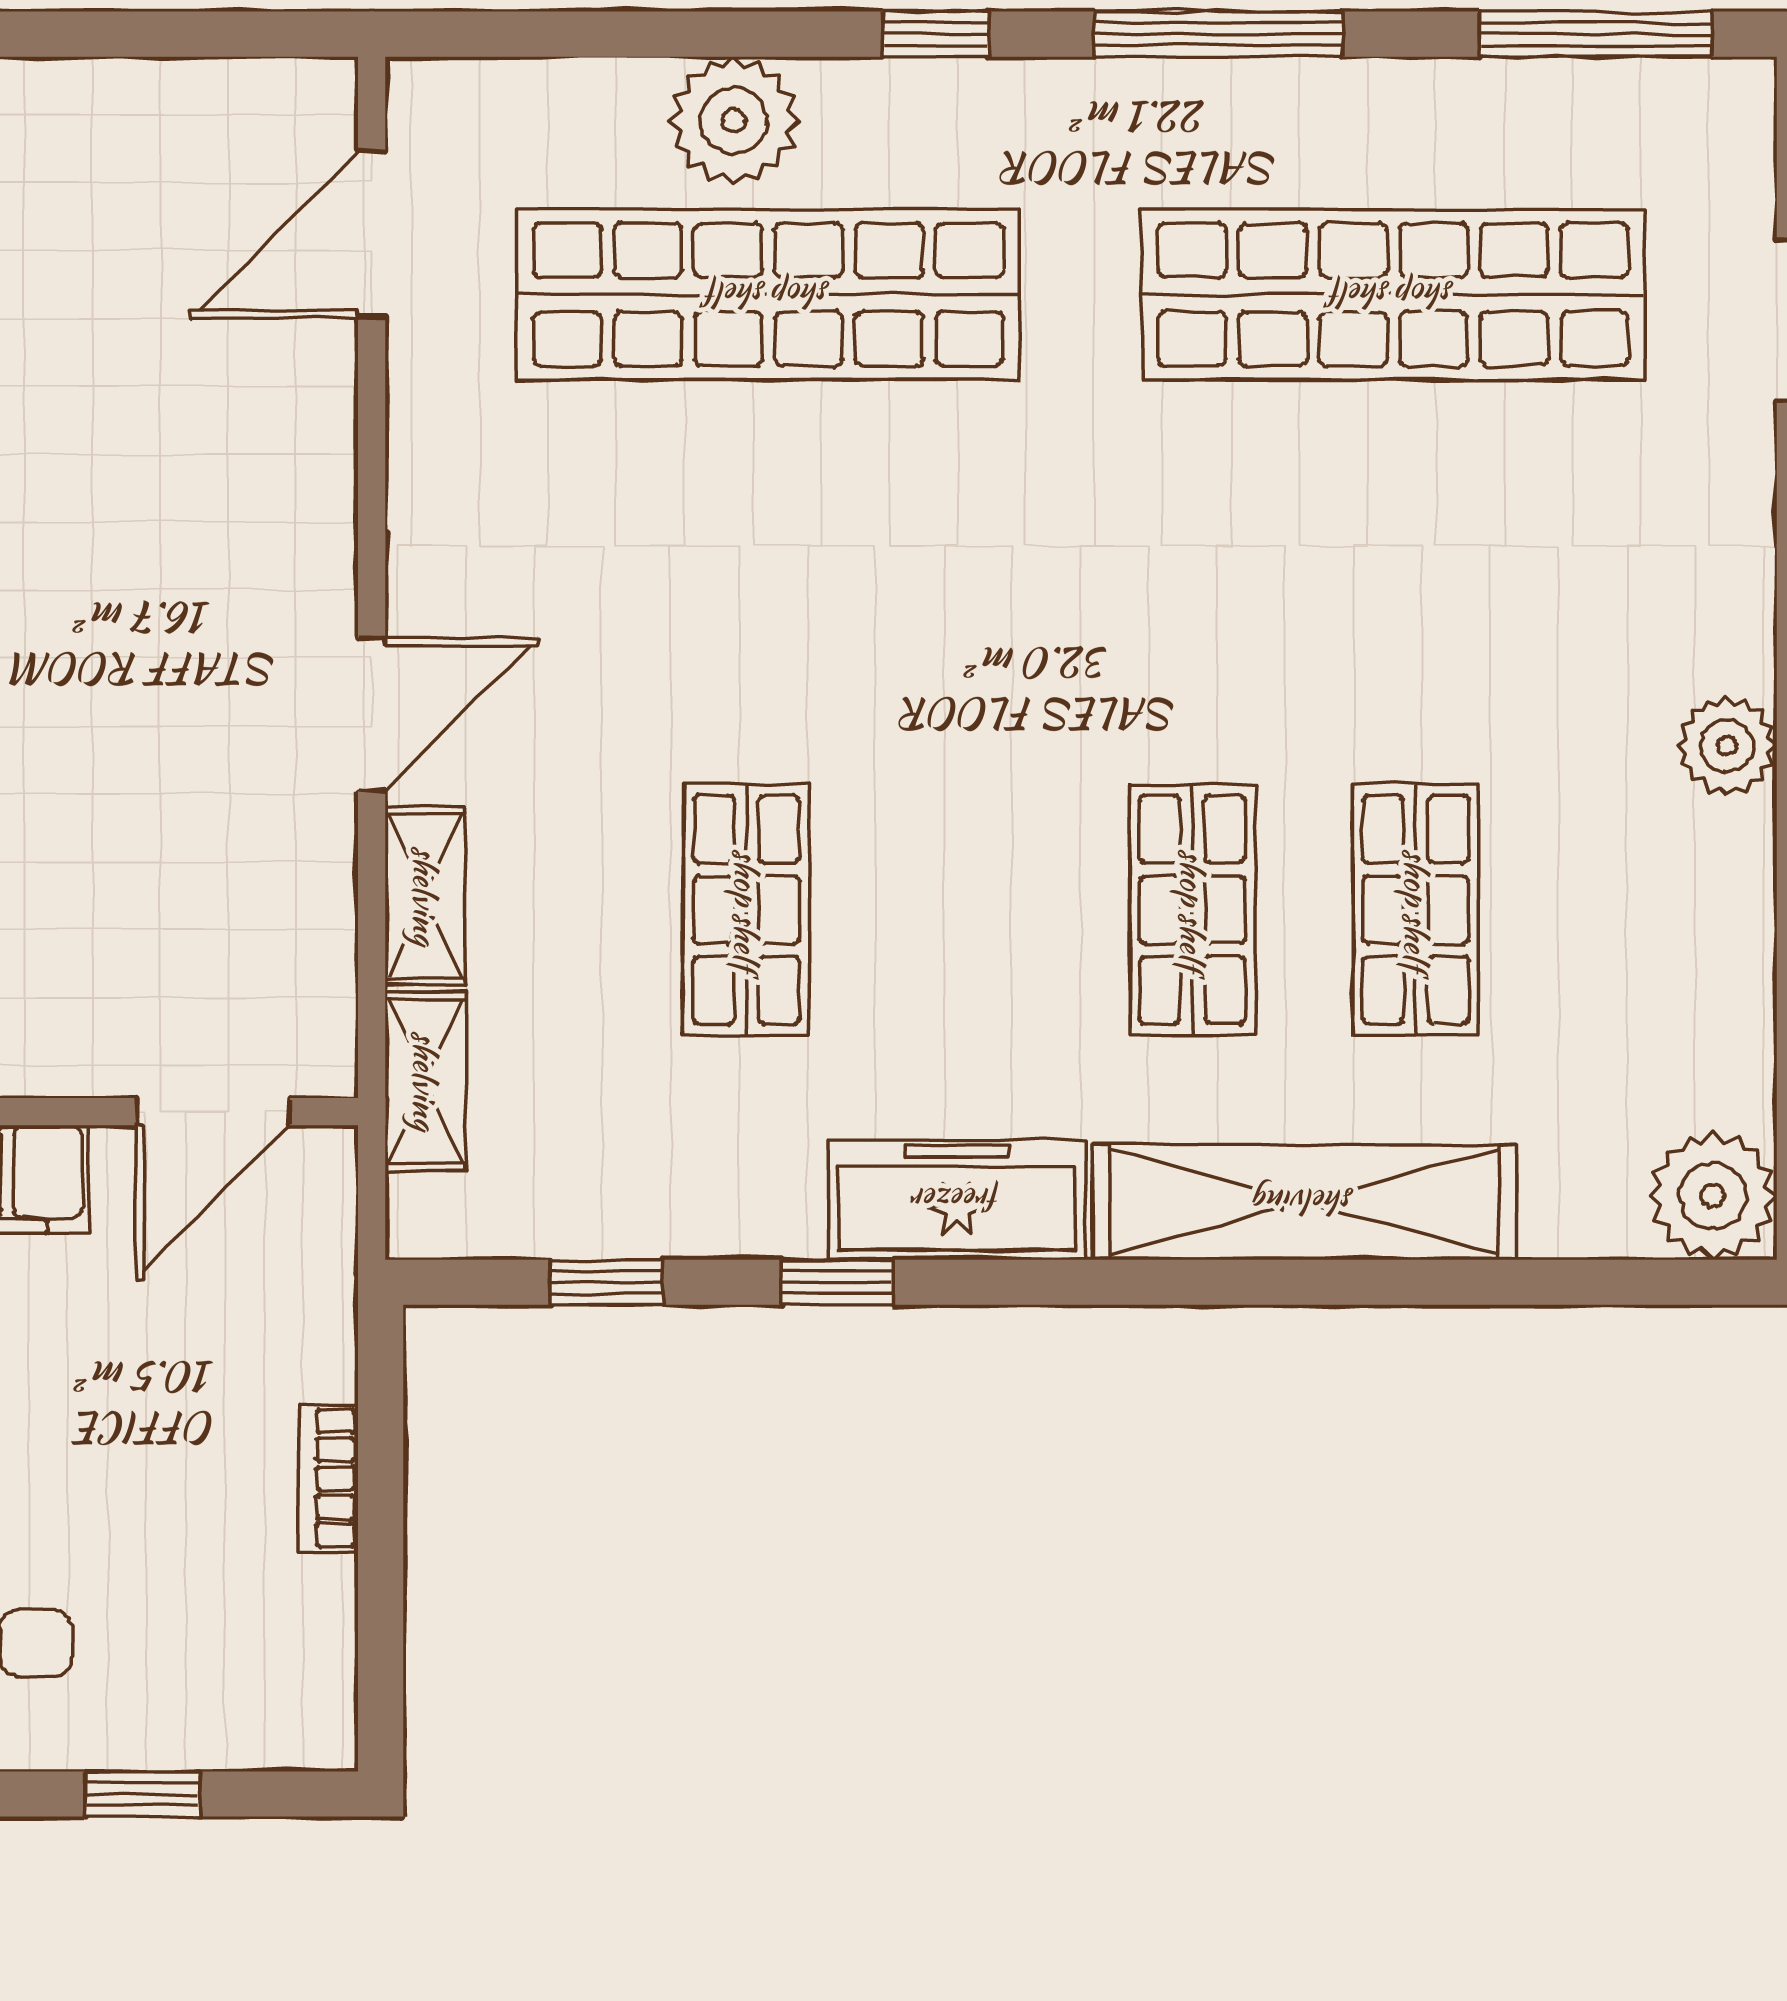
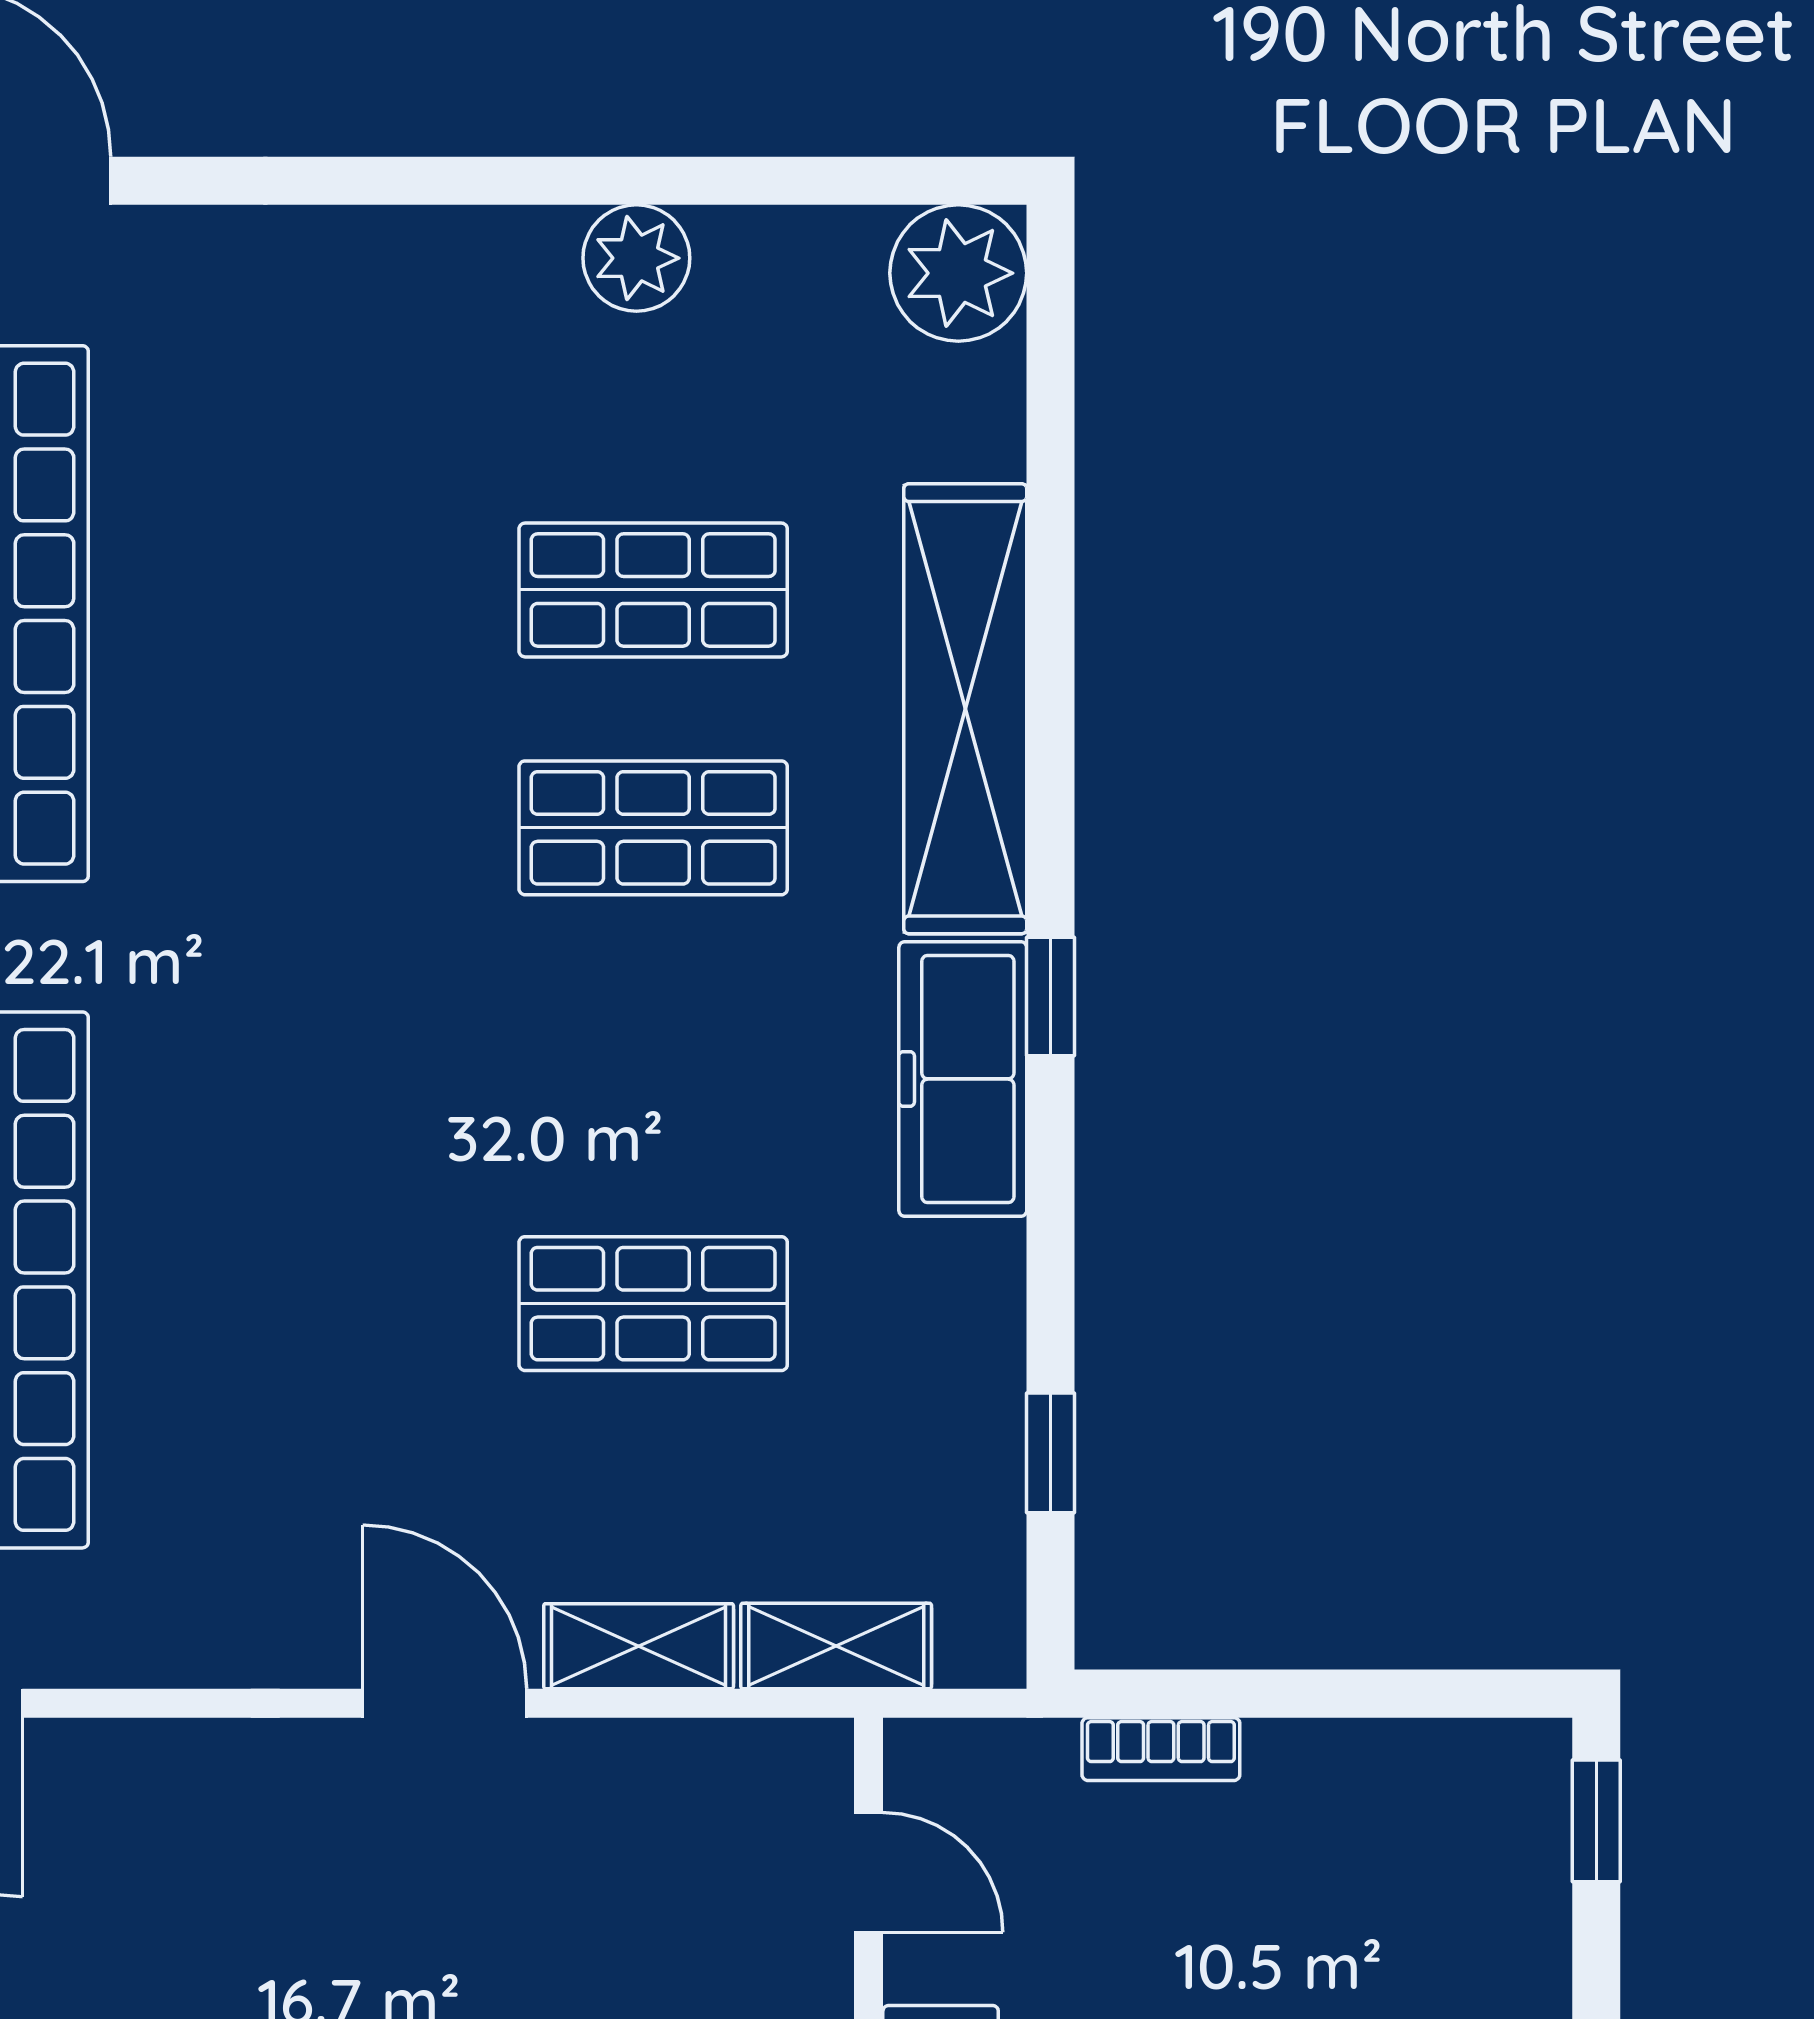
plant: (1727, 746) -> (636, 258), moved
door: (213, 1112) -> (869, 1872), width x0.73
window: (837, 1282) -> (1051, 996), moved
bookcase: (329, 1478) -> (1161, 1749), moved
window: (142, 1794) -> (1596, 1821), moved

